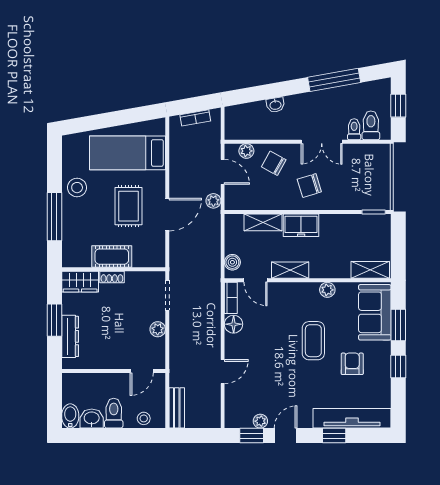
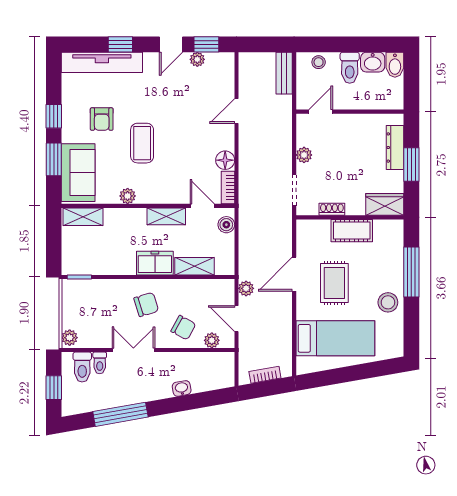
plant: (383, 154) -> (70, 338), added
shoe rack: (112, 277) -> (332, 209), moved

